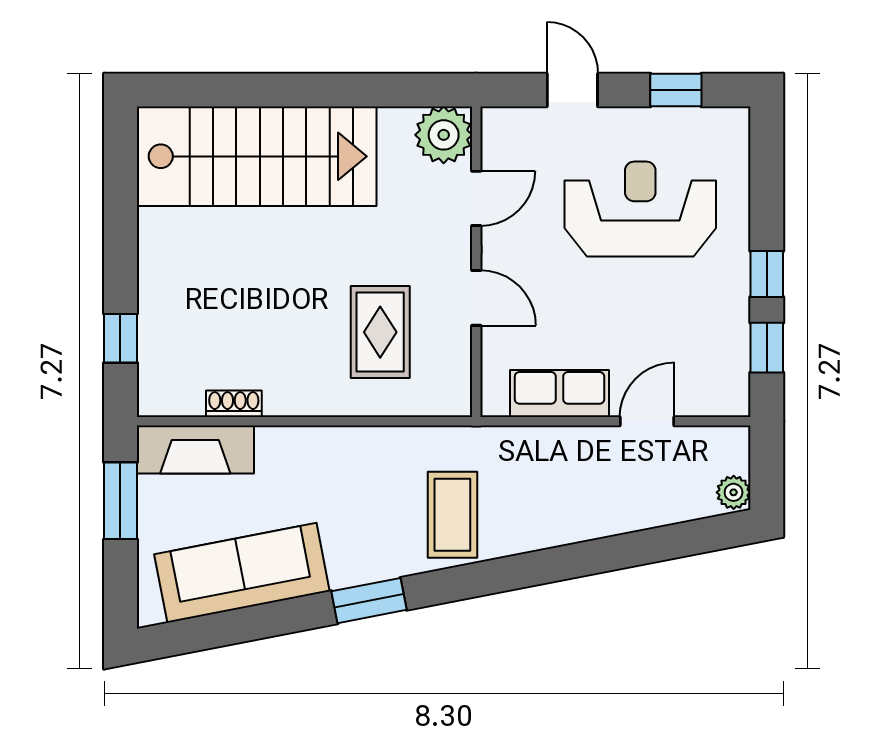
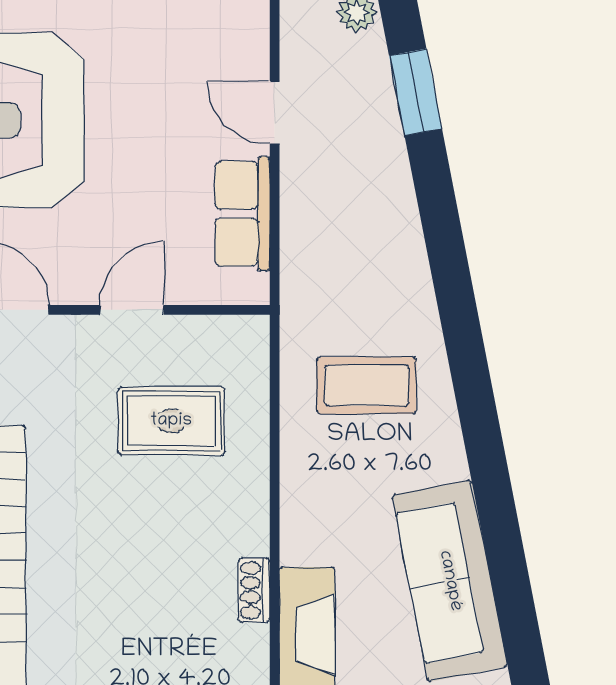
coffee table: (452, 515) -> (367, 385), moved
window: (369, 601) -> (416, 92), moved

